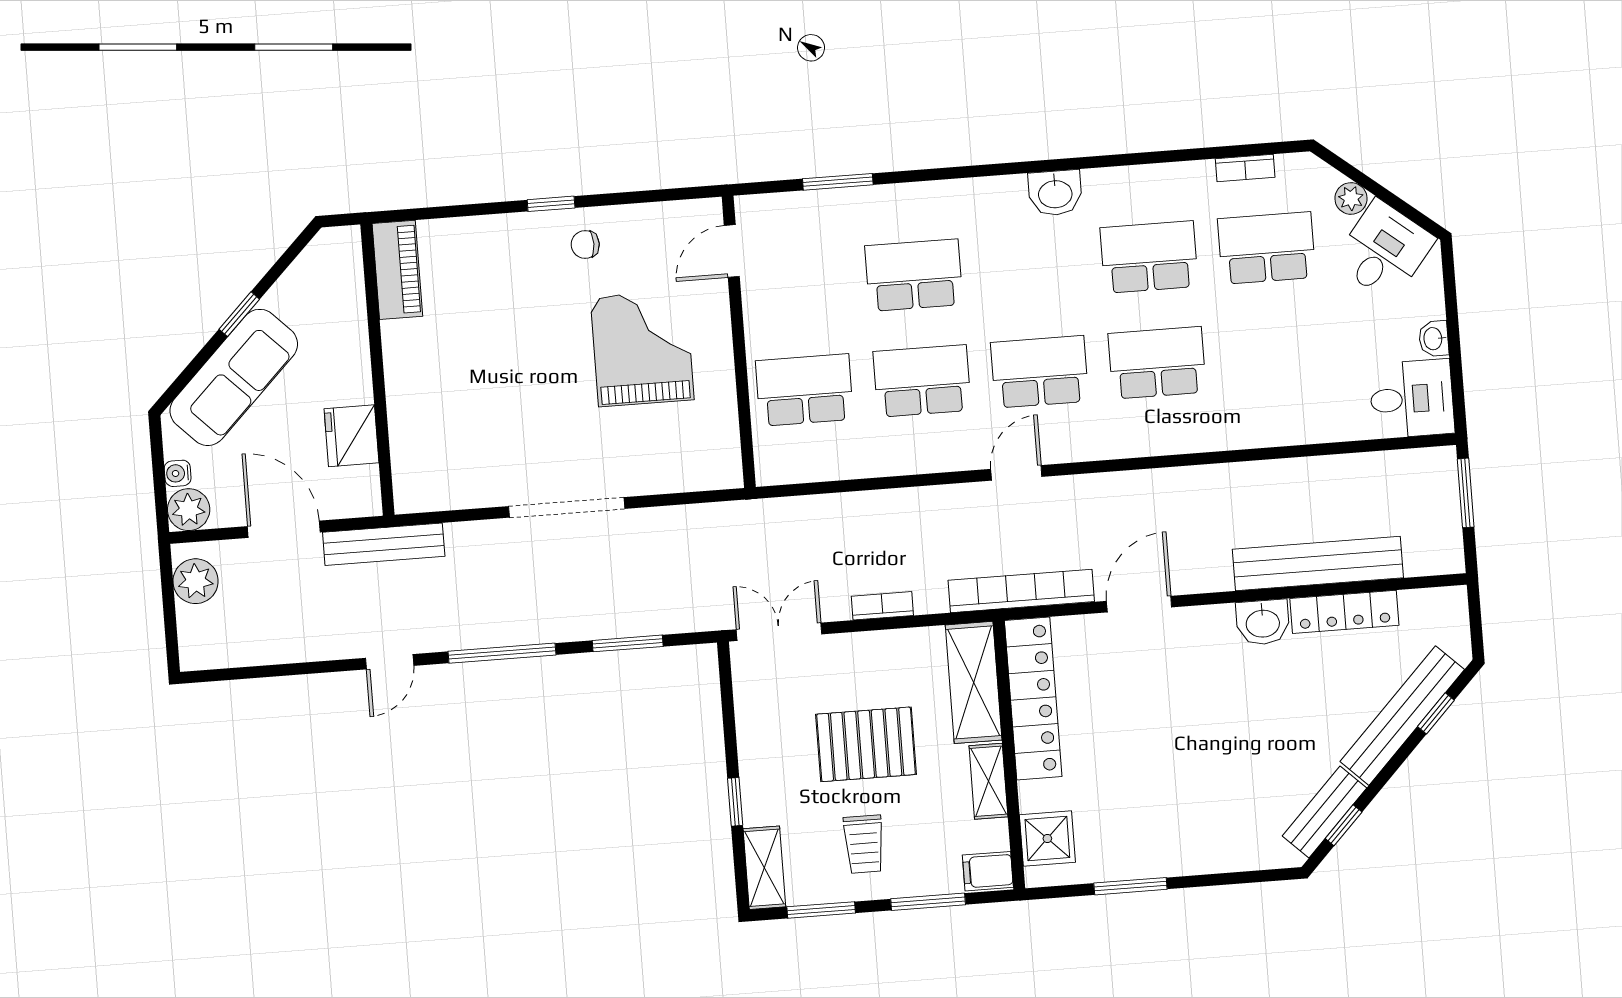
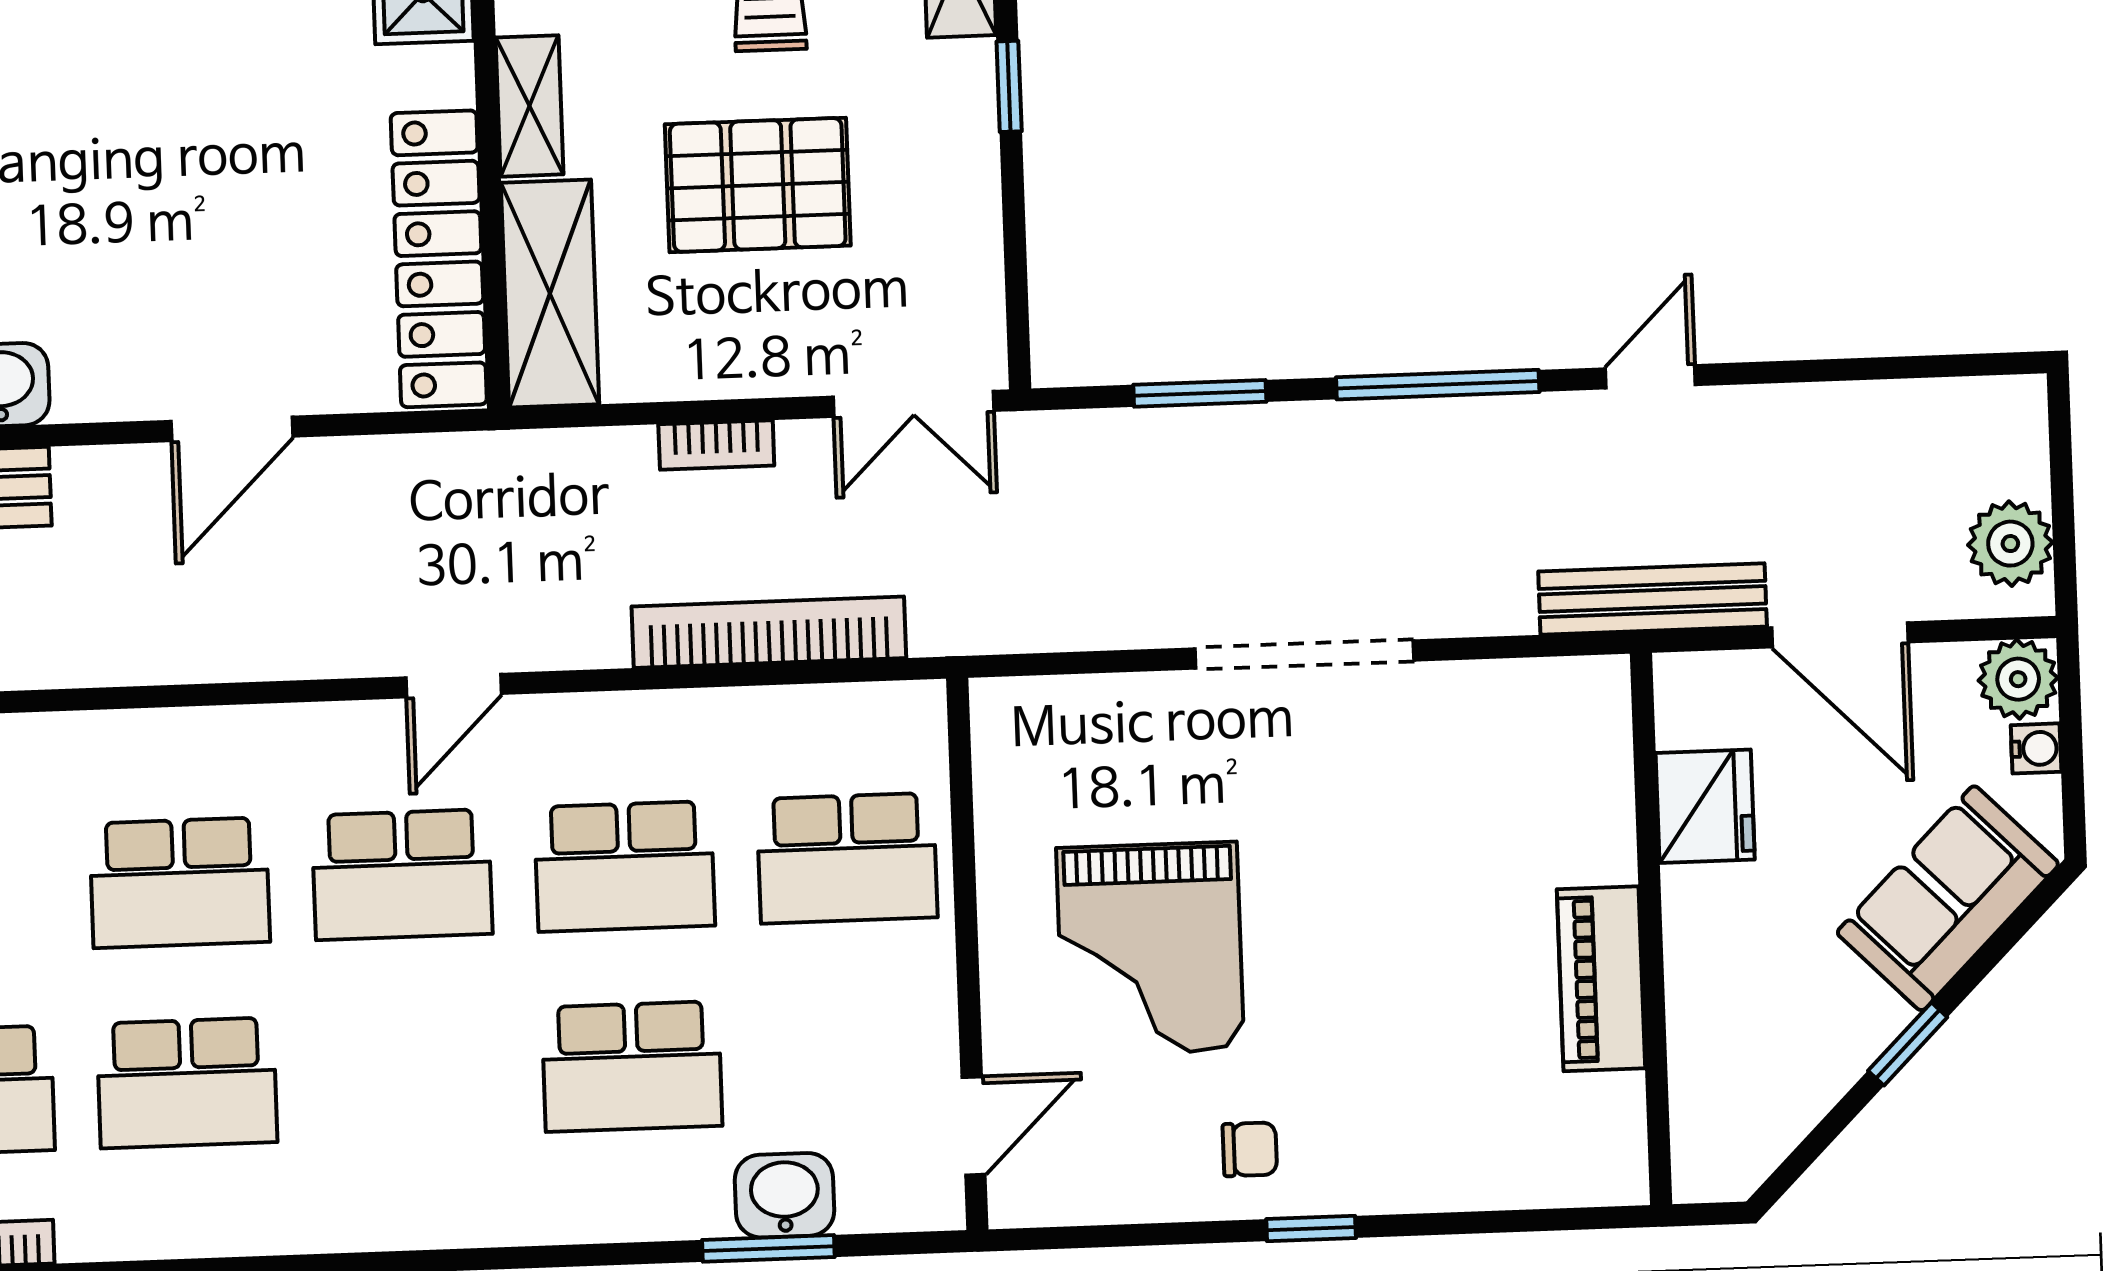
washbasin: (1055, 193) -> (785, 1195), moved
piano: (397, 270) -> (1601, 979), moved
sofa: (234, 377) -> (1948, 898), width x0.73
bookcase: (1021, 591) -> (769, 632), moved, turned 180

